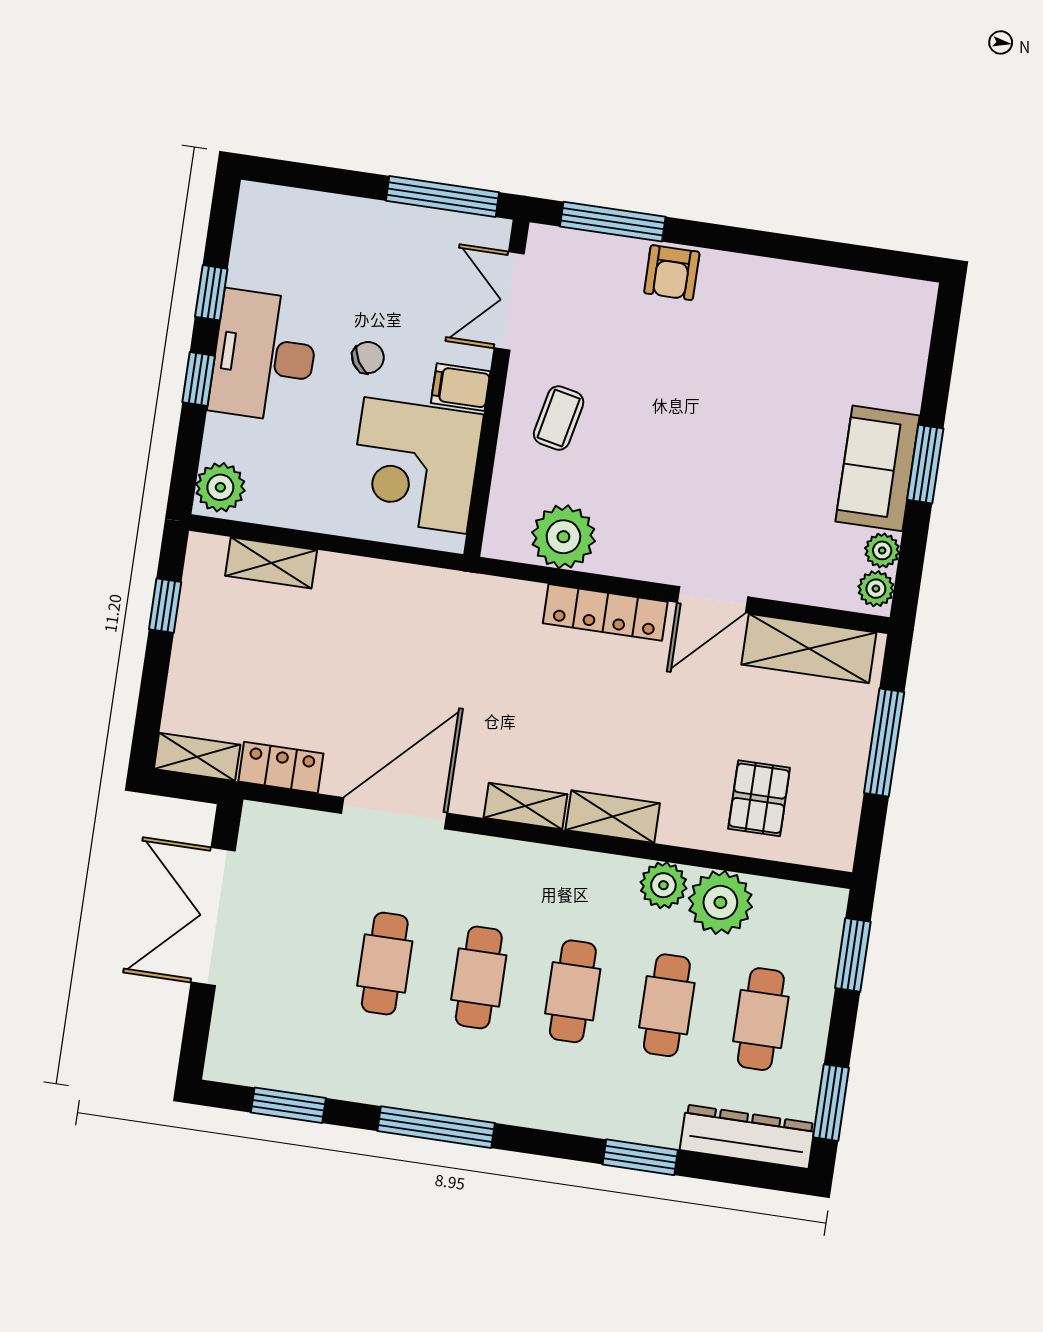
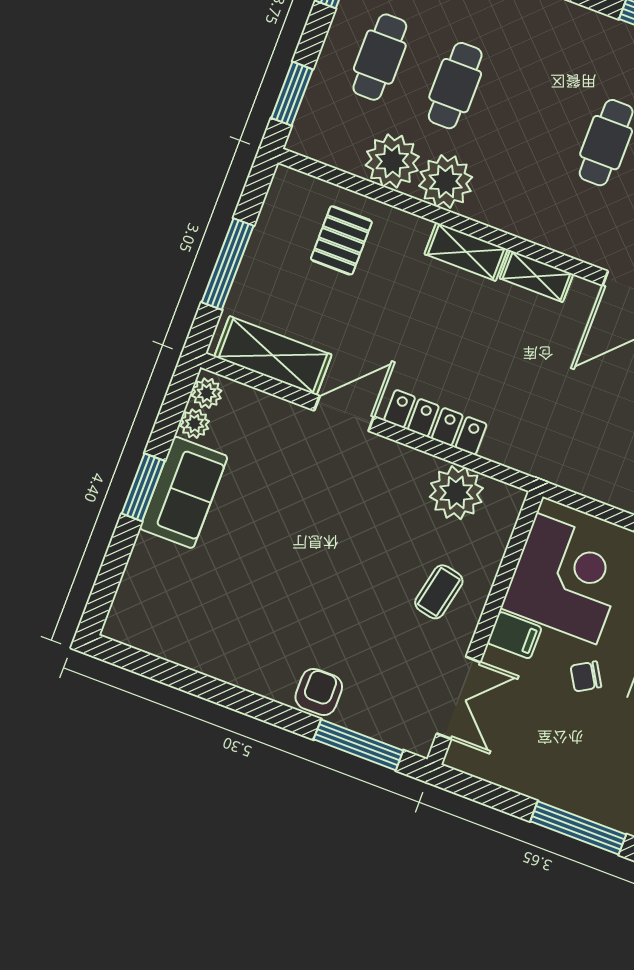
window: (442, 197) -> (578, 828), moved
plant: (663, 885) -> (446, 181), width x1.36, depth x1.36
cafe table: (573, 991) -> (531, 114), removed

